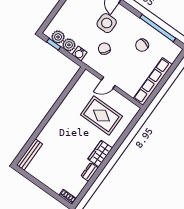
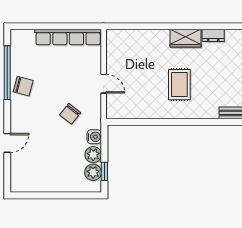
side table: (107, 23) -> (41, 131), removed
chair: (142, 45) -> (23, 86), moved
rug: (101, 115) -> (179, 85), moved, width x0.73, depth x0.70

